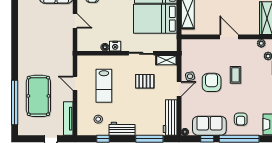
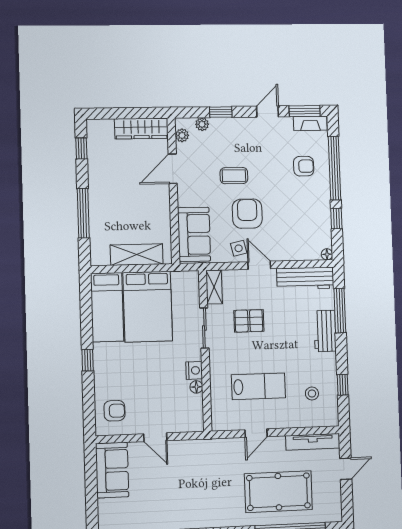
door: (75, 21) -> (155, 437), swing flipped
door: (229, 37) -> (173, 169), moved
pallet: (145, 81) -> (249, 321), turned 90
armchair: (212, 82) -> (247, 214), turned 90
sofa: (209, 126) -> (194, 234), moved, turned 180
workbench: (122, 129) -> (325, 331), moved

